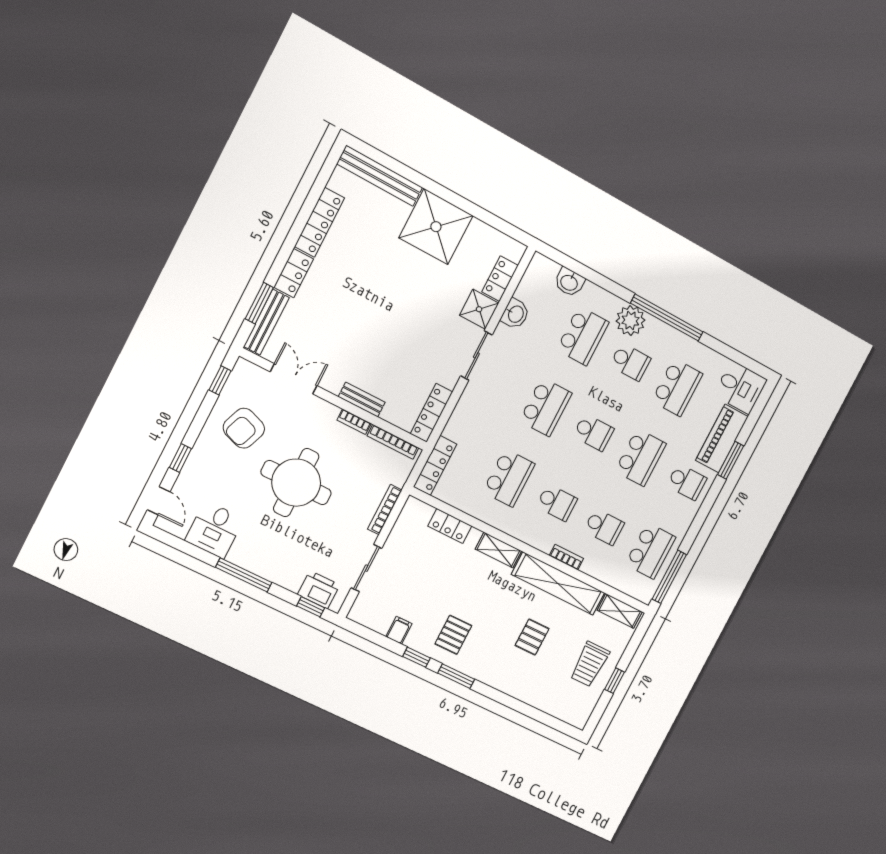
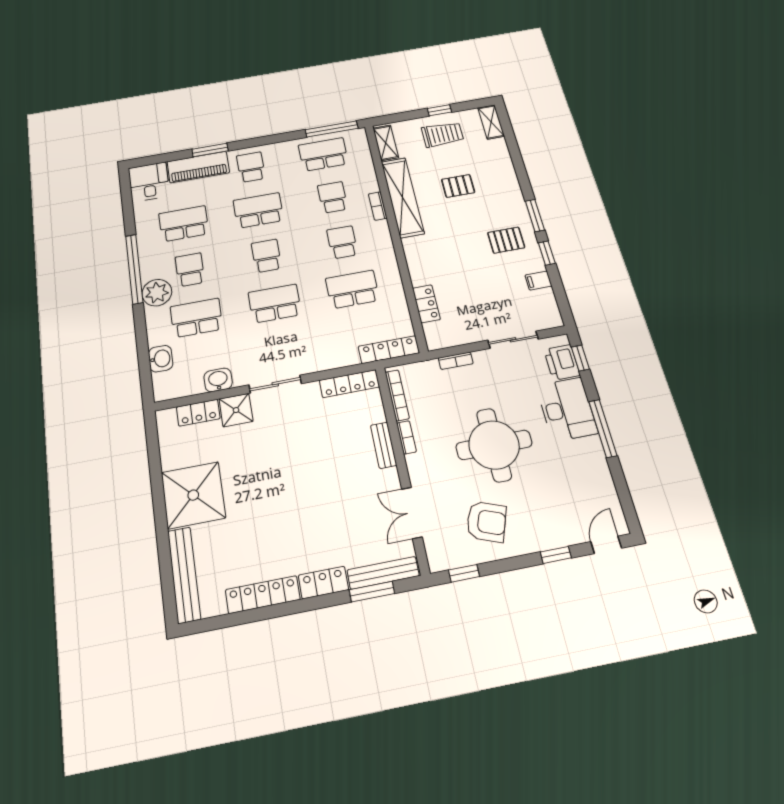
bookcase: (385, 510) -> (456, 361), width x0.64
desk: (214, 530) -> (567, 409), moved, width x1.37
shelving: (498, 550) -> (491, 122), moved

